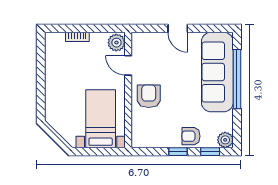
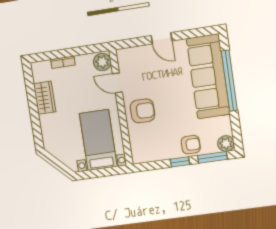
wardrobe: (54, 69) -> (45, 98), added
armchair: (149, 96) -> (142, 111), turned 90
armchair: (191, 136) -> (191, 145), turned 180
window: (210, 152) -> (212, 157), width x1.50

